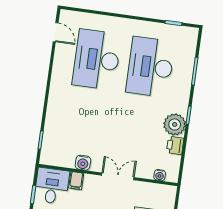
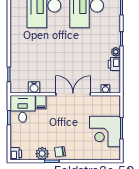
plant: (175, 124) -> (116, 52), width x0.53, depth x0.53
water cooler: (83, 163) -> (34, 87), moved
double door: (118, 176) -> (73, 94), width x1.37

